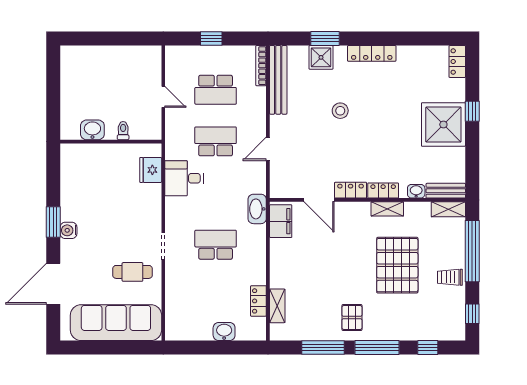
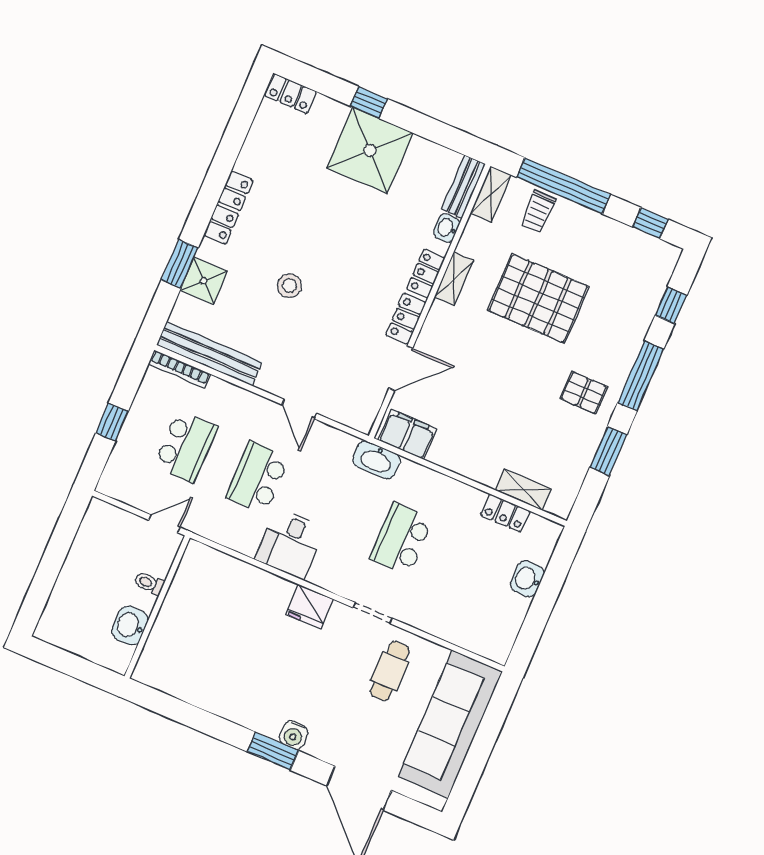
washbasin: (92, 130) -> (130, 626), moved
toilet: (123, 131) -> (149, 583), moved
wall: (111, 142) -> (157, 607), moved
fridge: (151, 170) -> (310, 607), moved
trolley: (450, 277) -> (538, 212), moved
window: (323, 348) -> (608, 451), width x0.69

